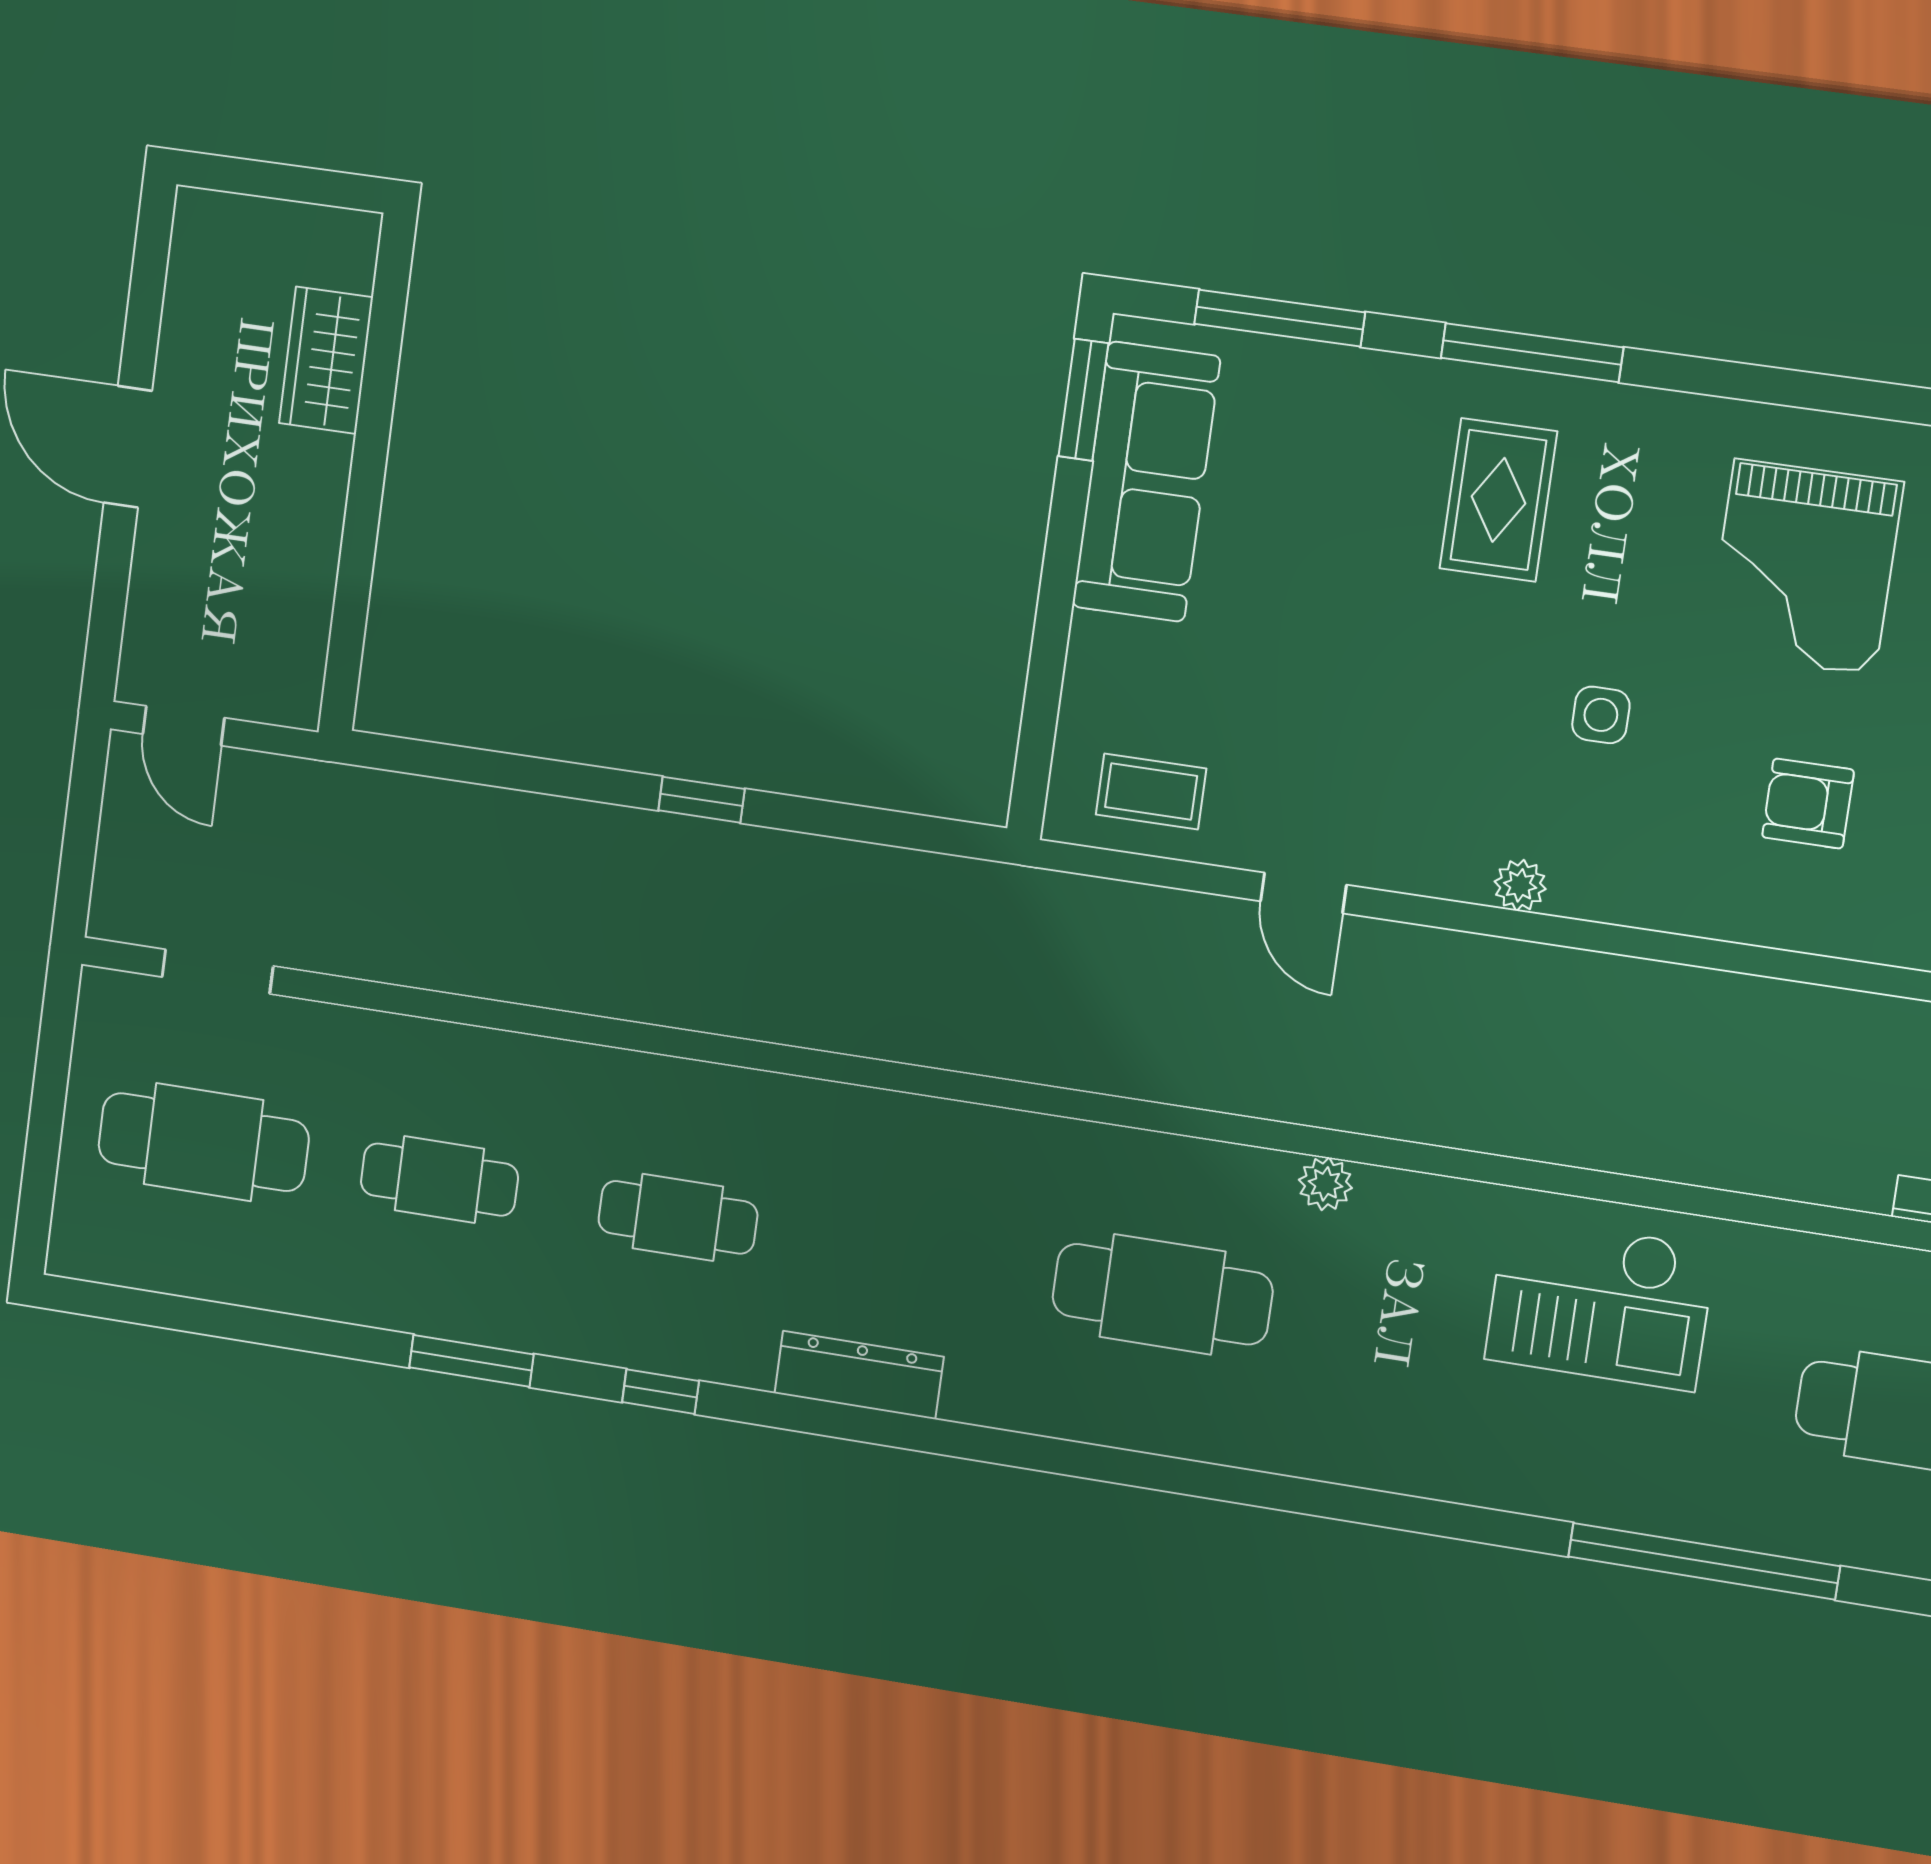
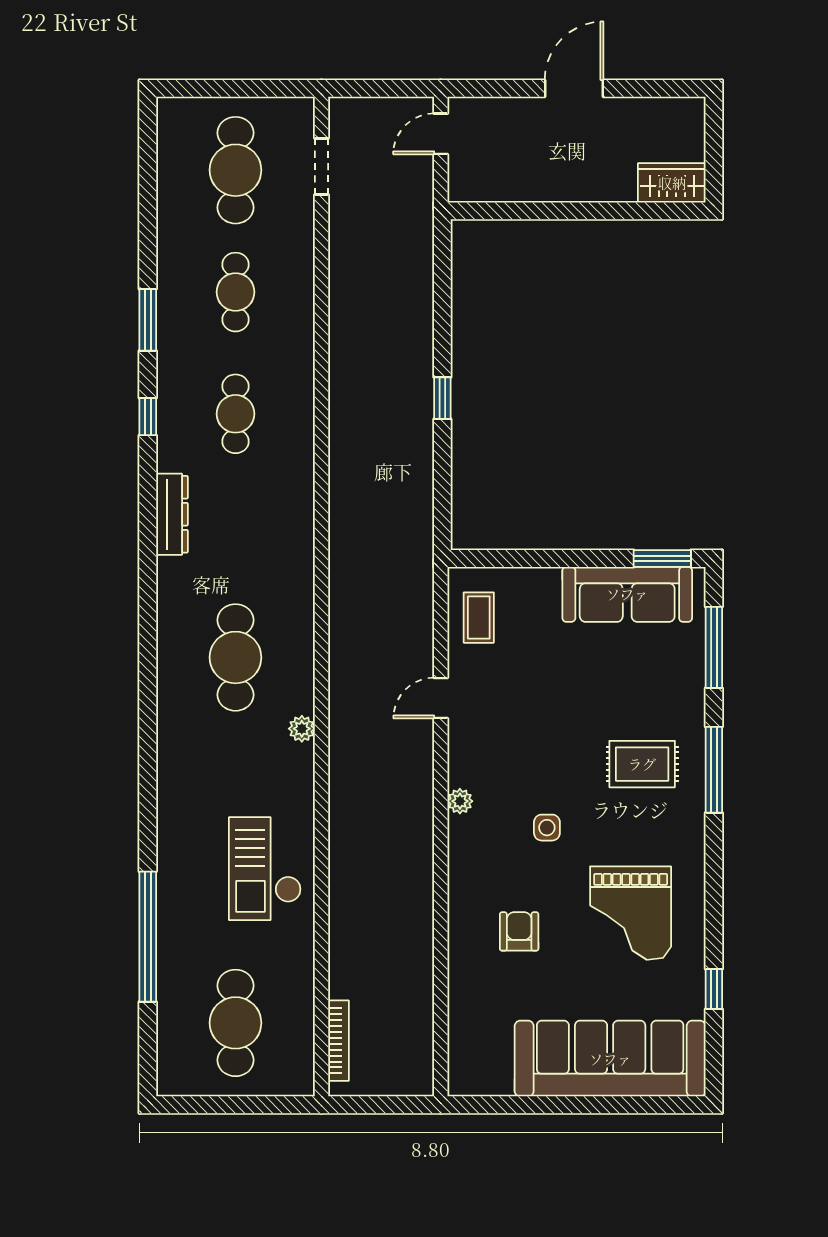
wardrobe: (326, 360) -> (672, 183), moved
grand piano: (1805, 567) -> (631, 913), turned -90

